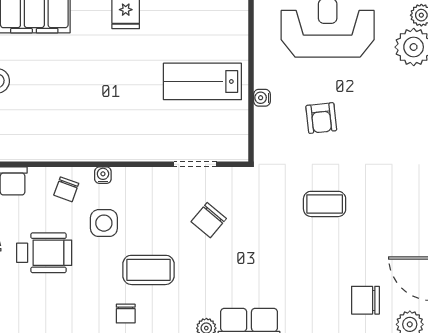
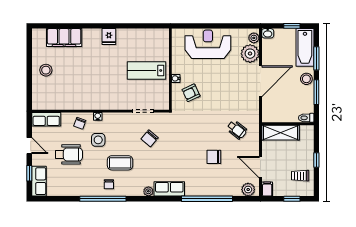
armchair: (321, 118) -> (191, 93), moved, turned 71
wheelchair: (387, 202) -> (237, 130), added
coffee table: (325, 204) -> (206, 130), removed
chair: (365, 300) -> (214, 157), moved

